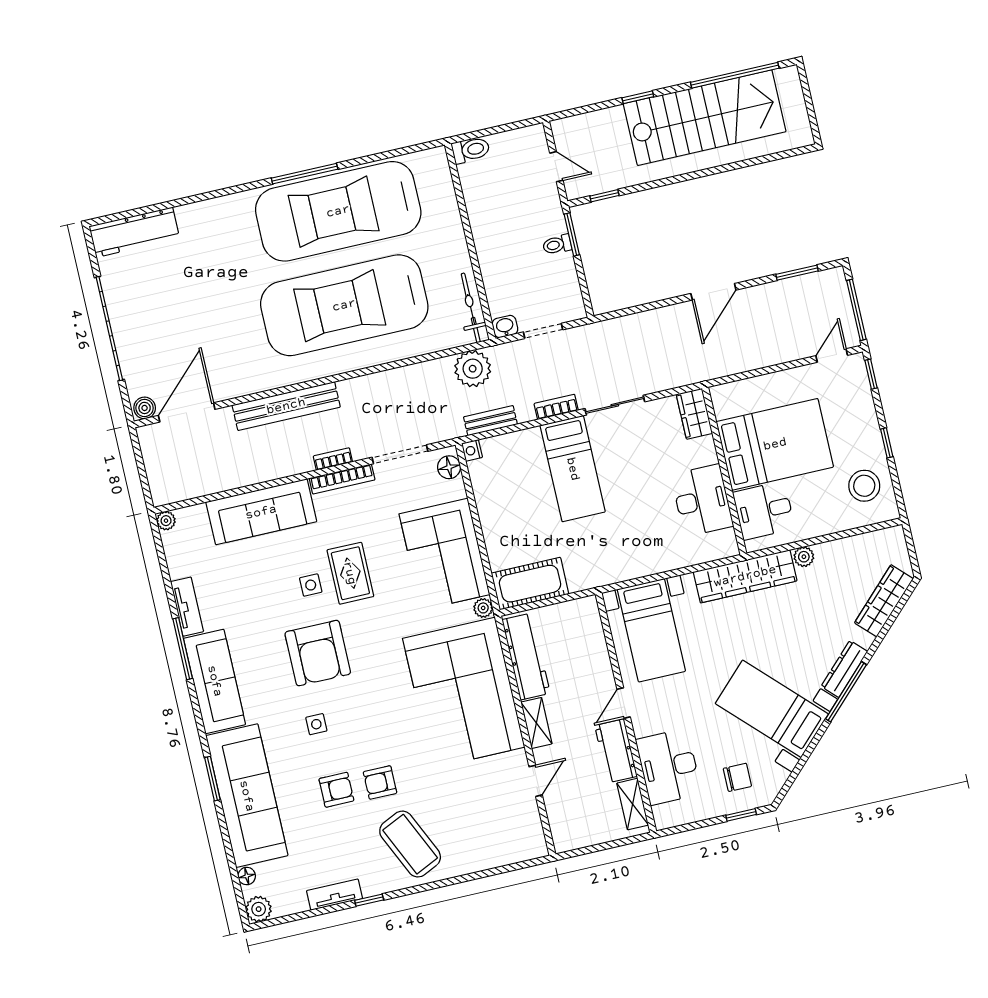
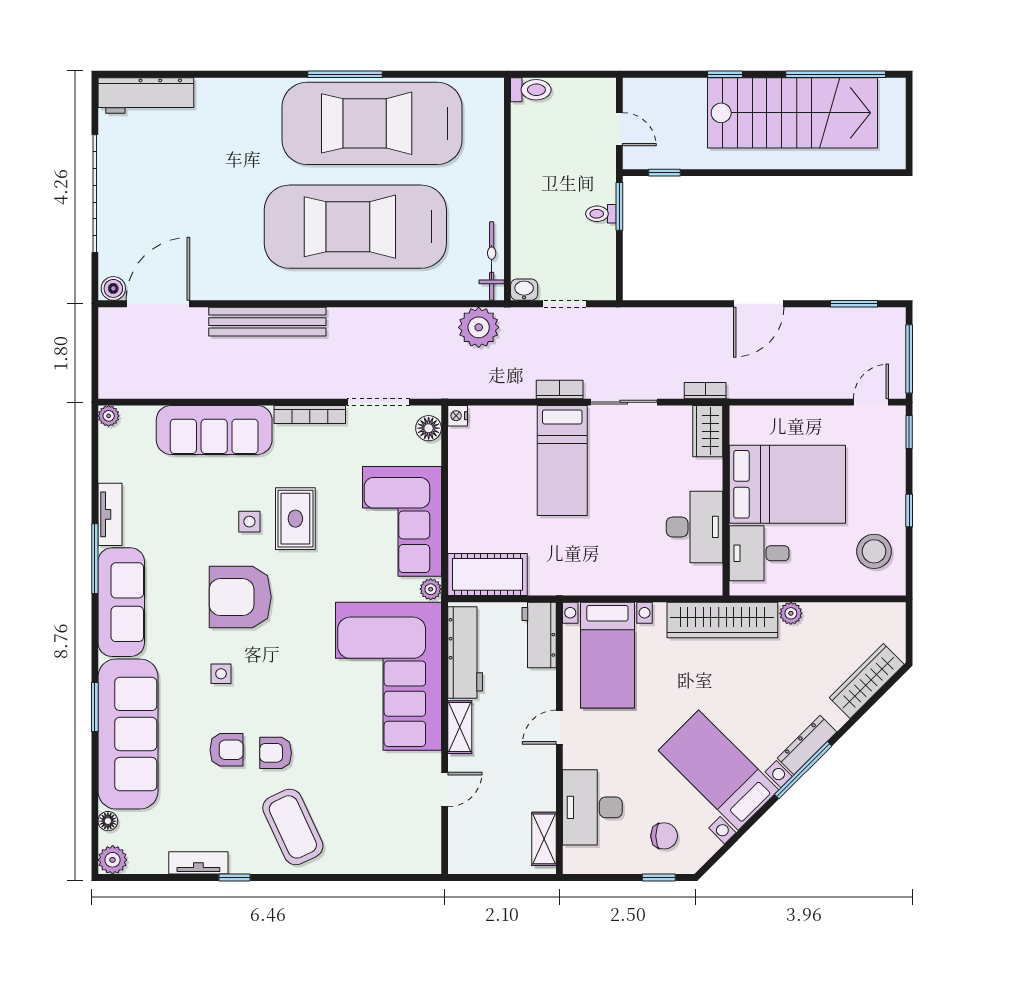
bench: (490, 421) -> (485, 388), removed
bookcase: (333, 459) -> (705, 391), moved
armchair: (318, 653) -> (240, 597), turned 90
workbench: (616, 751) -> (539, 635), moved

